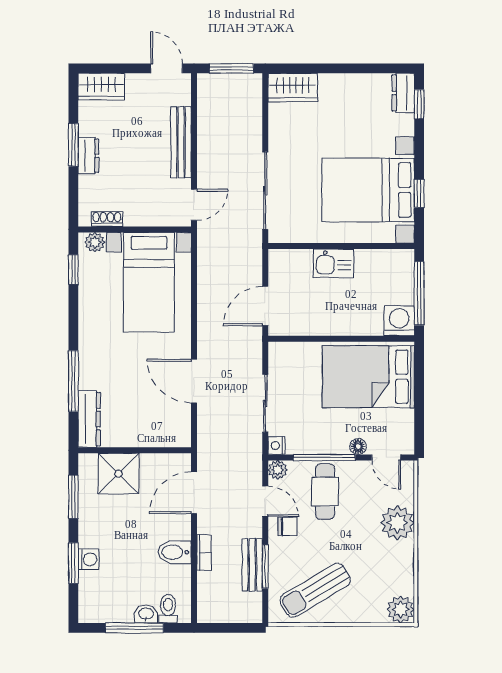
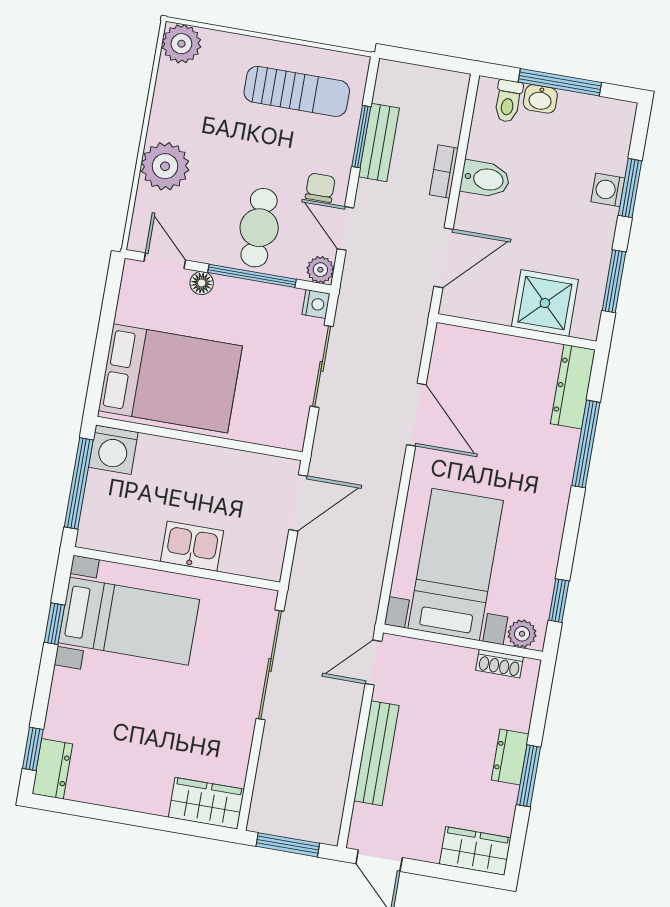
bed with nightstands: (368, 190) -> (129, 621), width x0.73
chair: (287, 526) -> (320, 188), turned 90
sun lounger: (315, 590) -> (297, 91), turned 31

